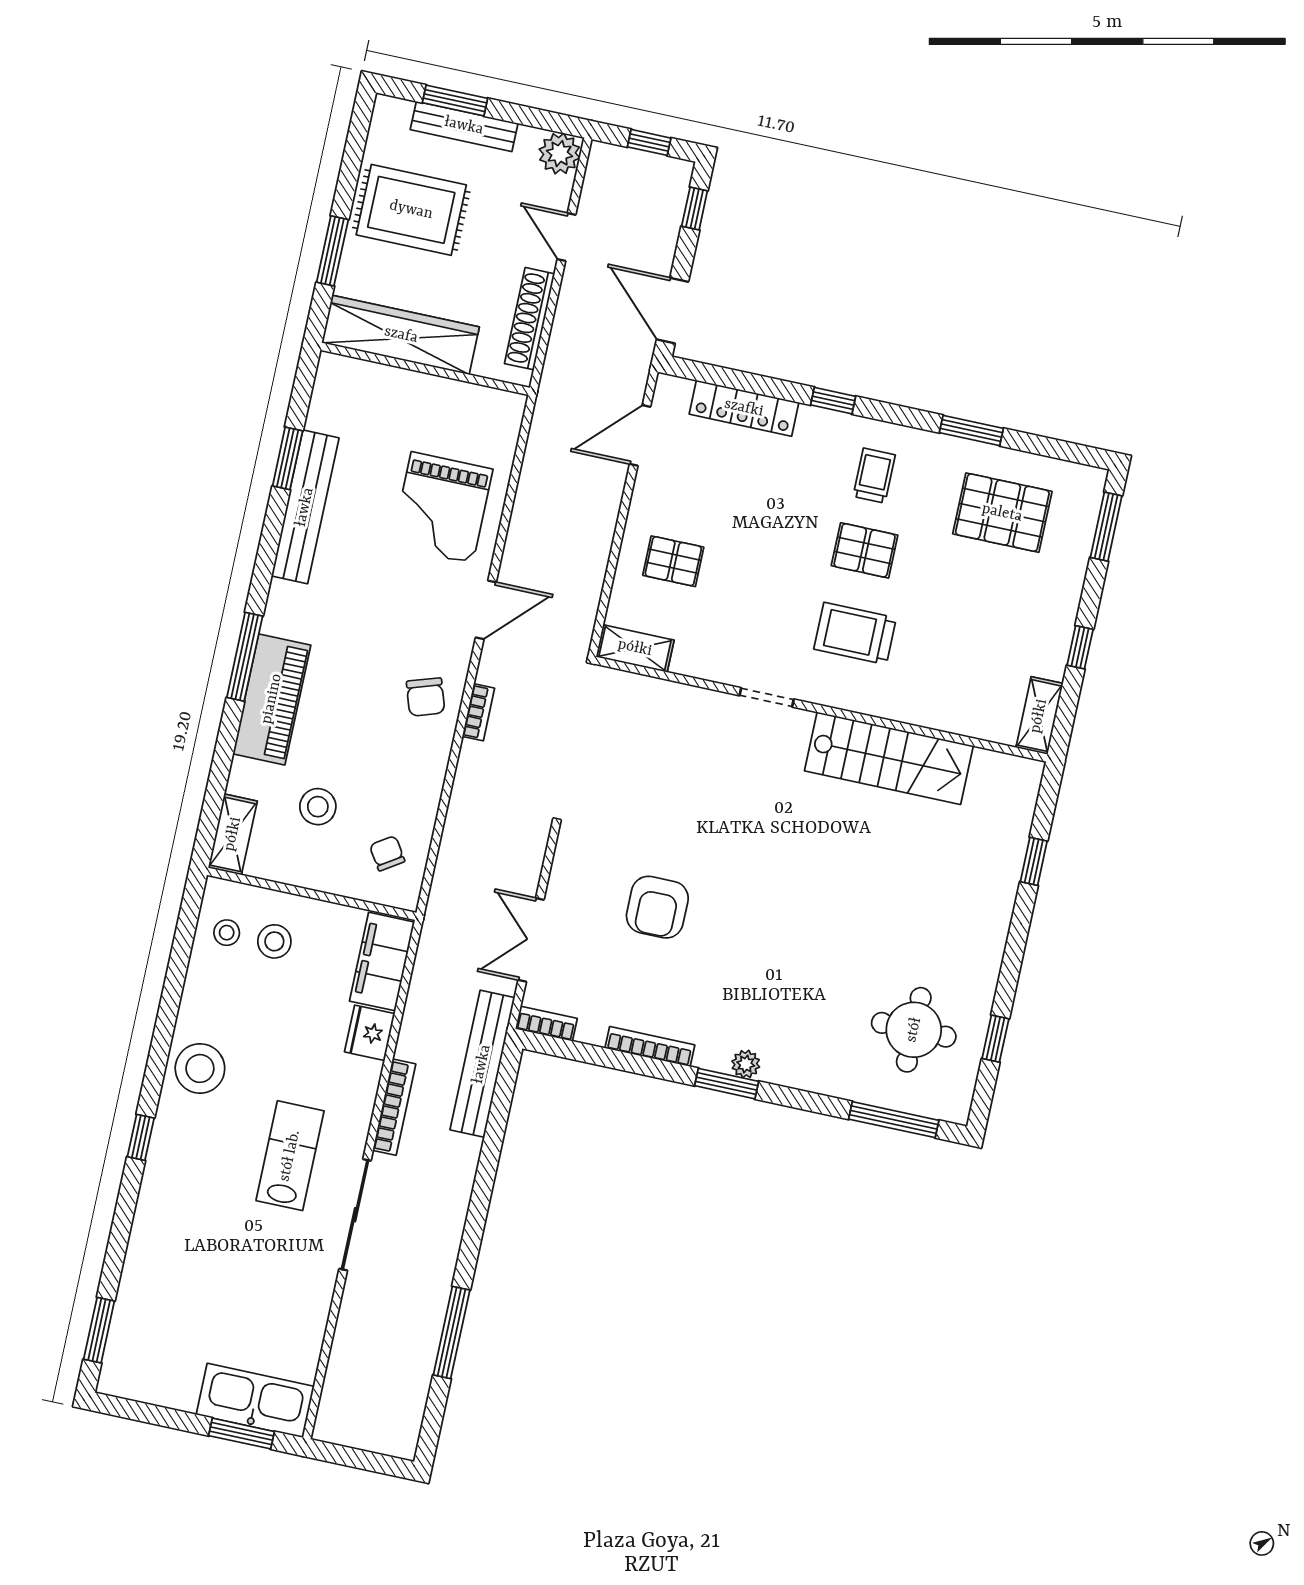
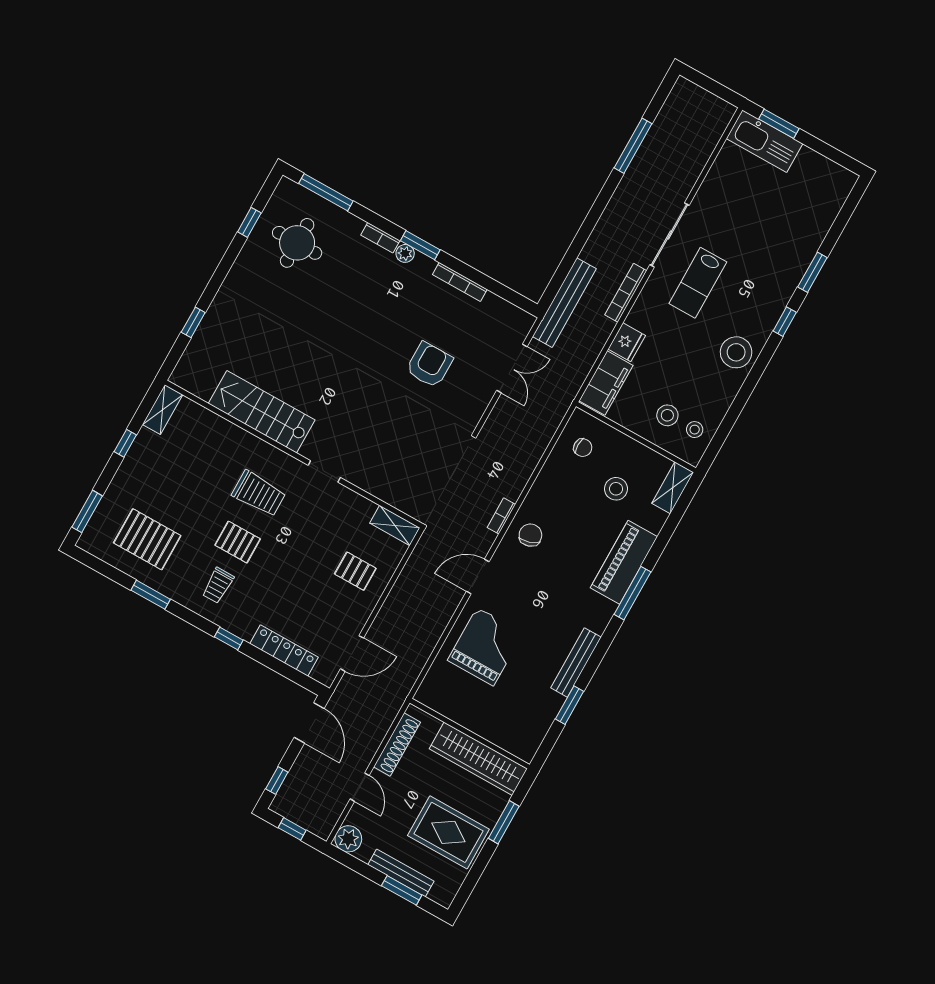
bench: (305, 507) -> (576, 662), width x0.73, depth x0.82
chair: (387, 853) -> (583, 448), turned -57
bookcase: (546, 1024) -> (380, 238), moved
window: (99, 1330) -> (812, 272), moved

